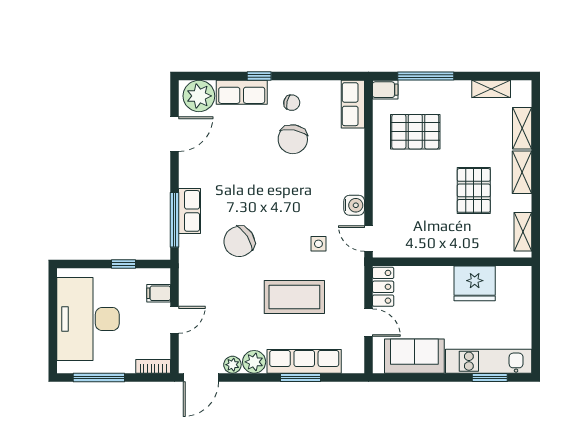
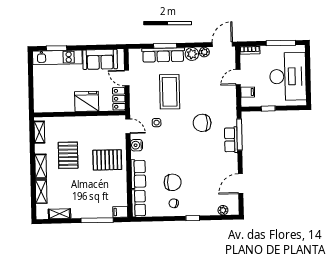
row of seats: (242, 92) -> (138, 174), moved, turned 90
plant: (199, 96) -> (223, 210), width x0.53, depth x0.53
pallet: (415, 132) -> (107, 160), moved
chair: (293, 139) -> (173, 182), turned 80
chair: (239, 242) -> (202, 123), turned -147
fridge: (475, 283) -> (87, 101), moved
coffee table: (294, 297) -> (170, 92), turned 90

